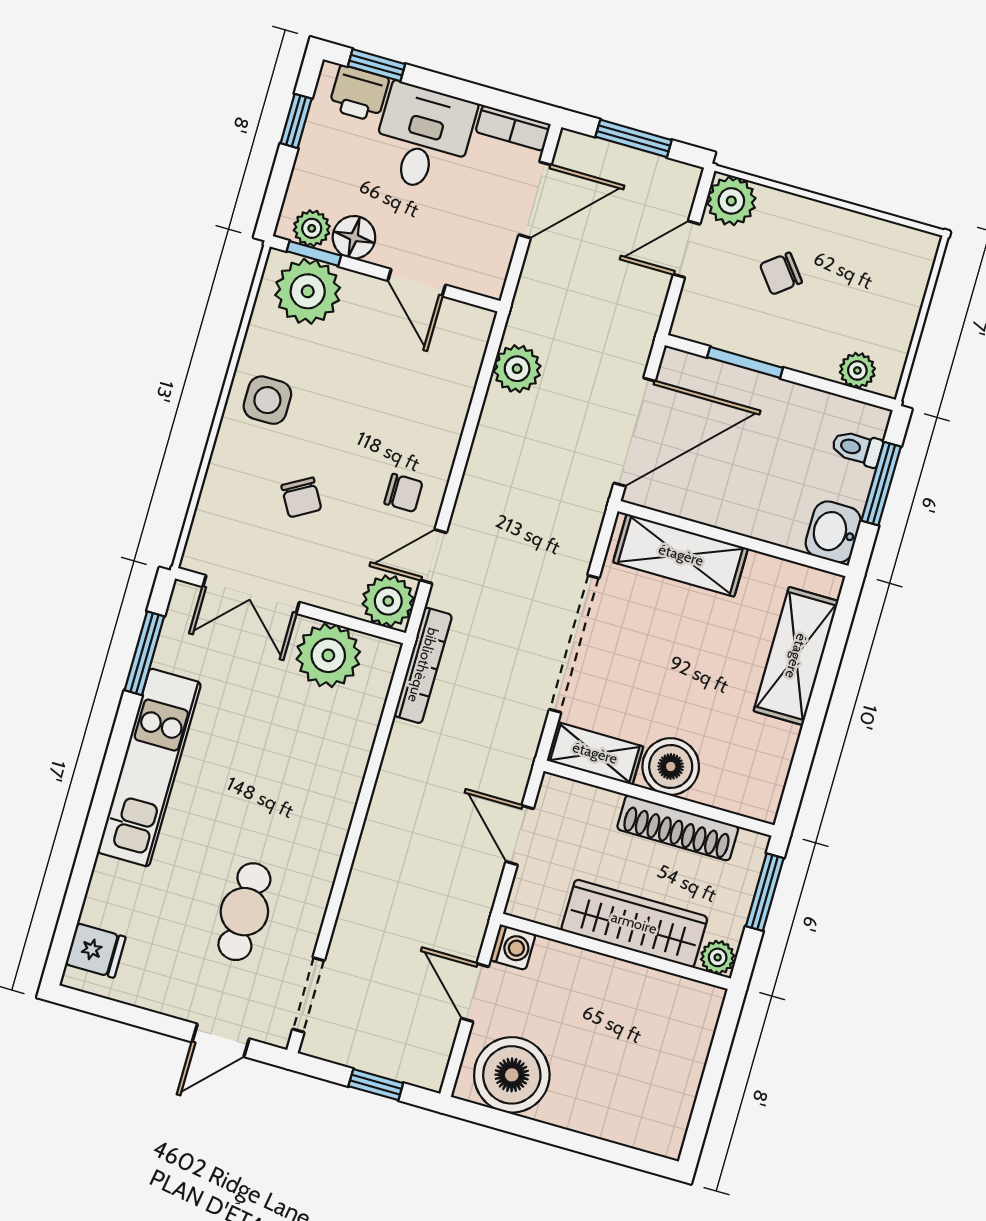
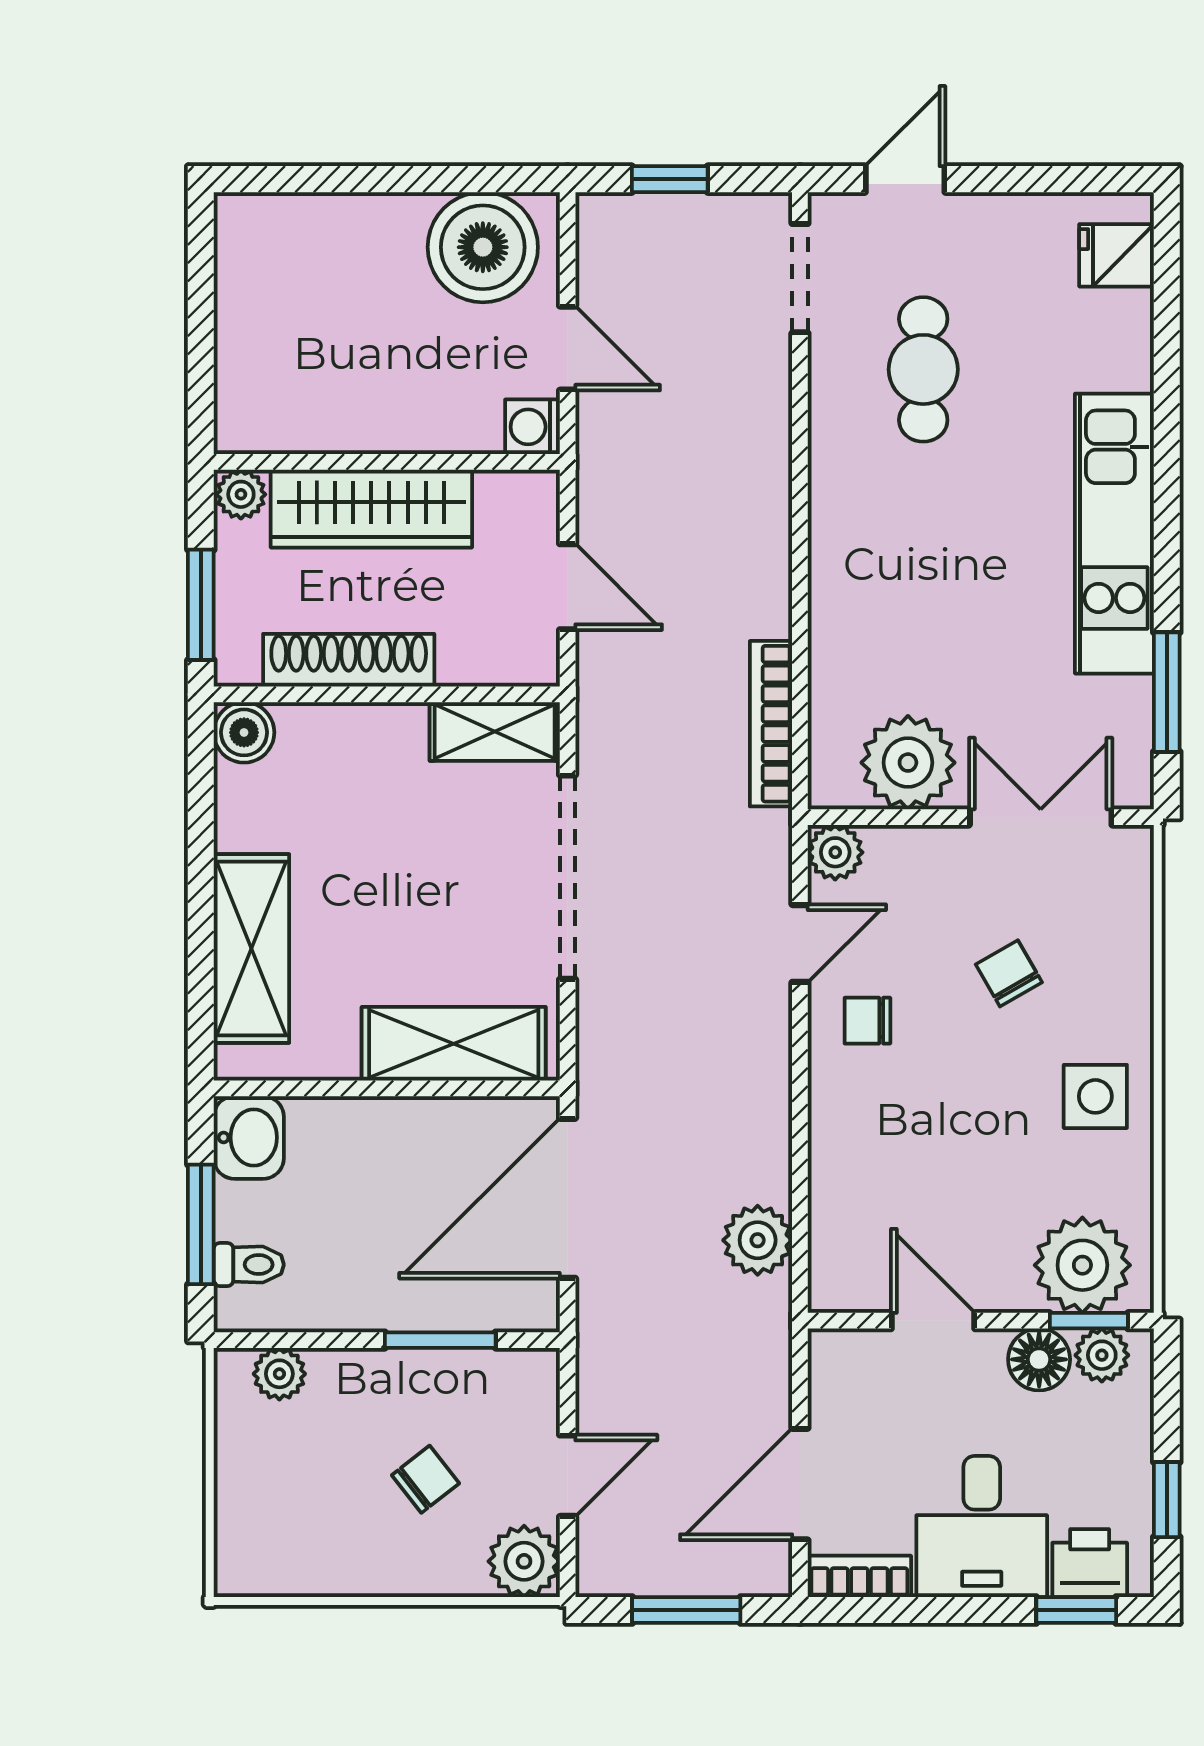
plant: (388, 601) -> (835, 852), width x0.73, depth x0.73
bookcase: (423, 665) -> (771, 724), moved
boiler: (671, 767) -> (244, 732), moved, width x0.73, depth x0.73

